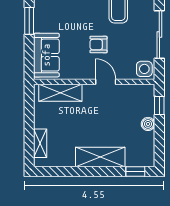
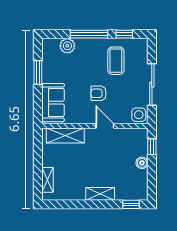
shelving: (100, 157) -> (100, 194), width x0.67, depth x0.75

